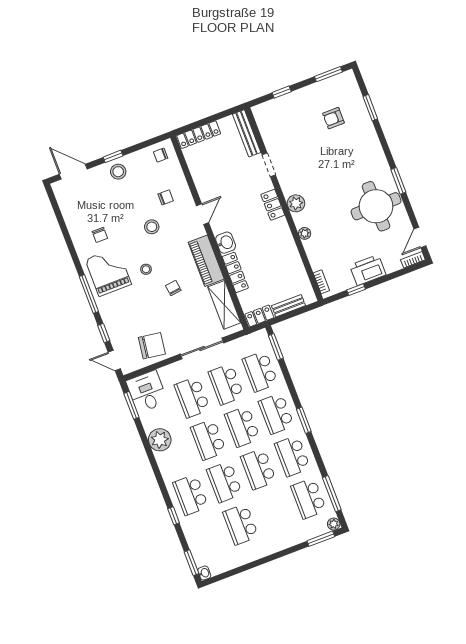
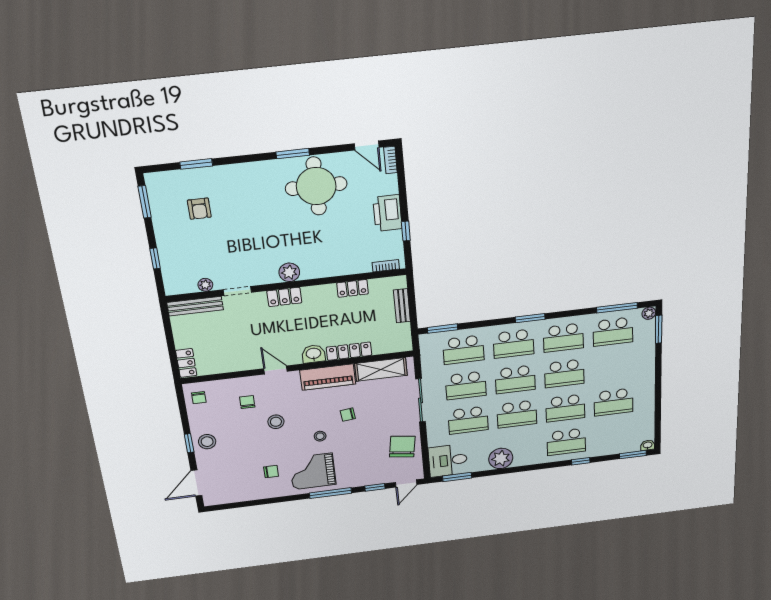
locker: (199, 135) -> (186, 363), width x0.66
plant: (305, 233) -> (205, 285), moved
locker: (259, 316) -> (353, 288), moved, turned -90

